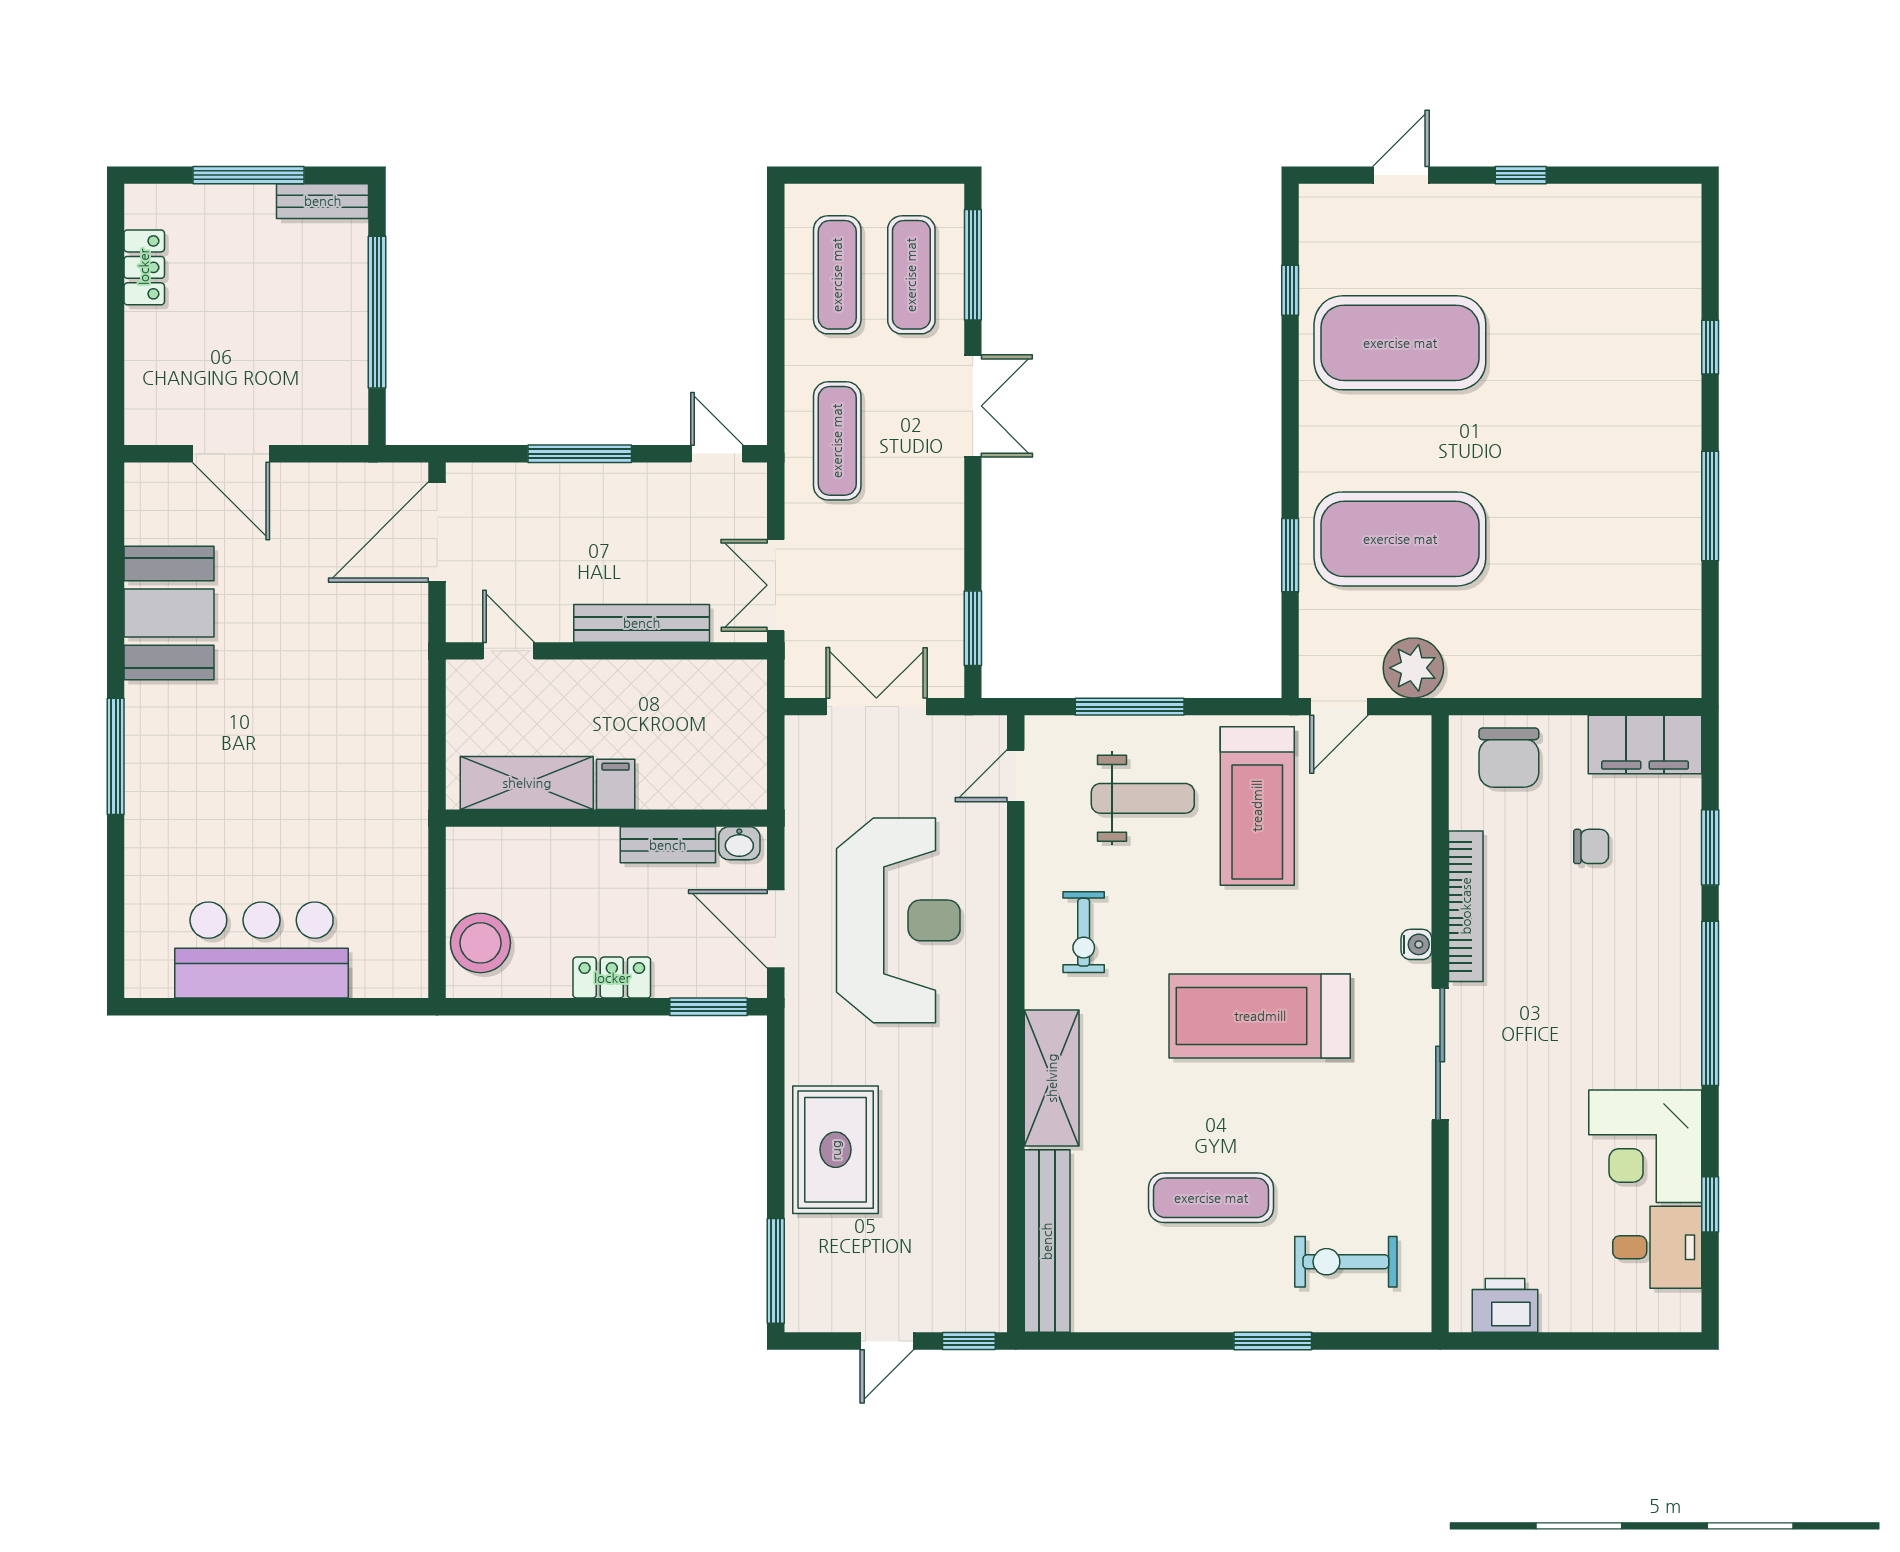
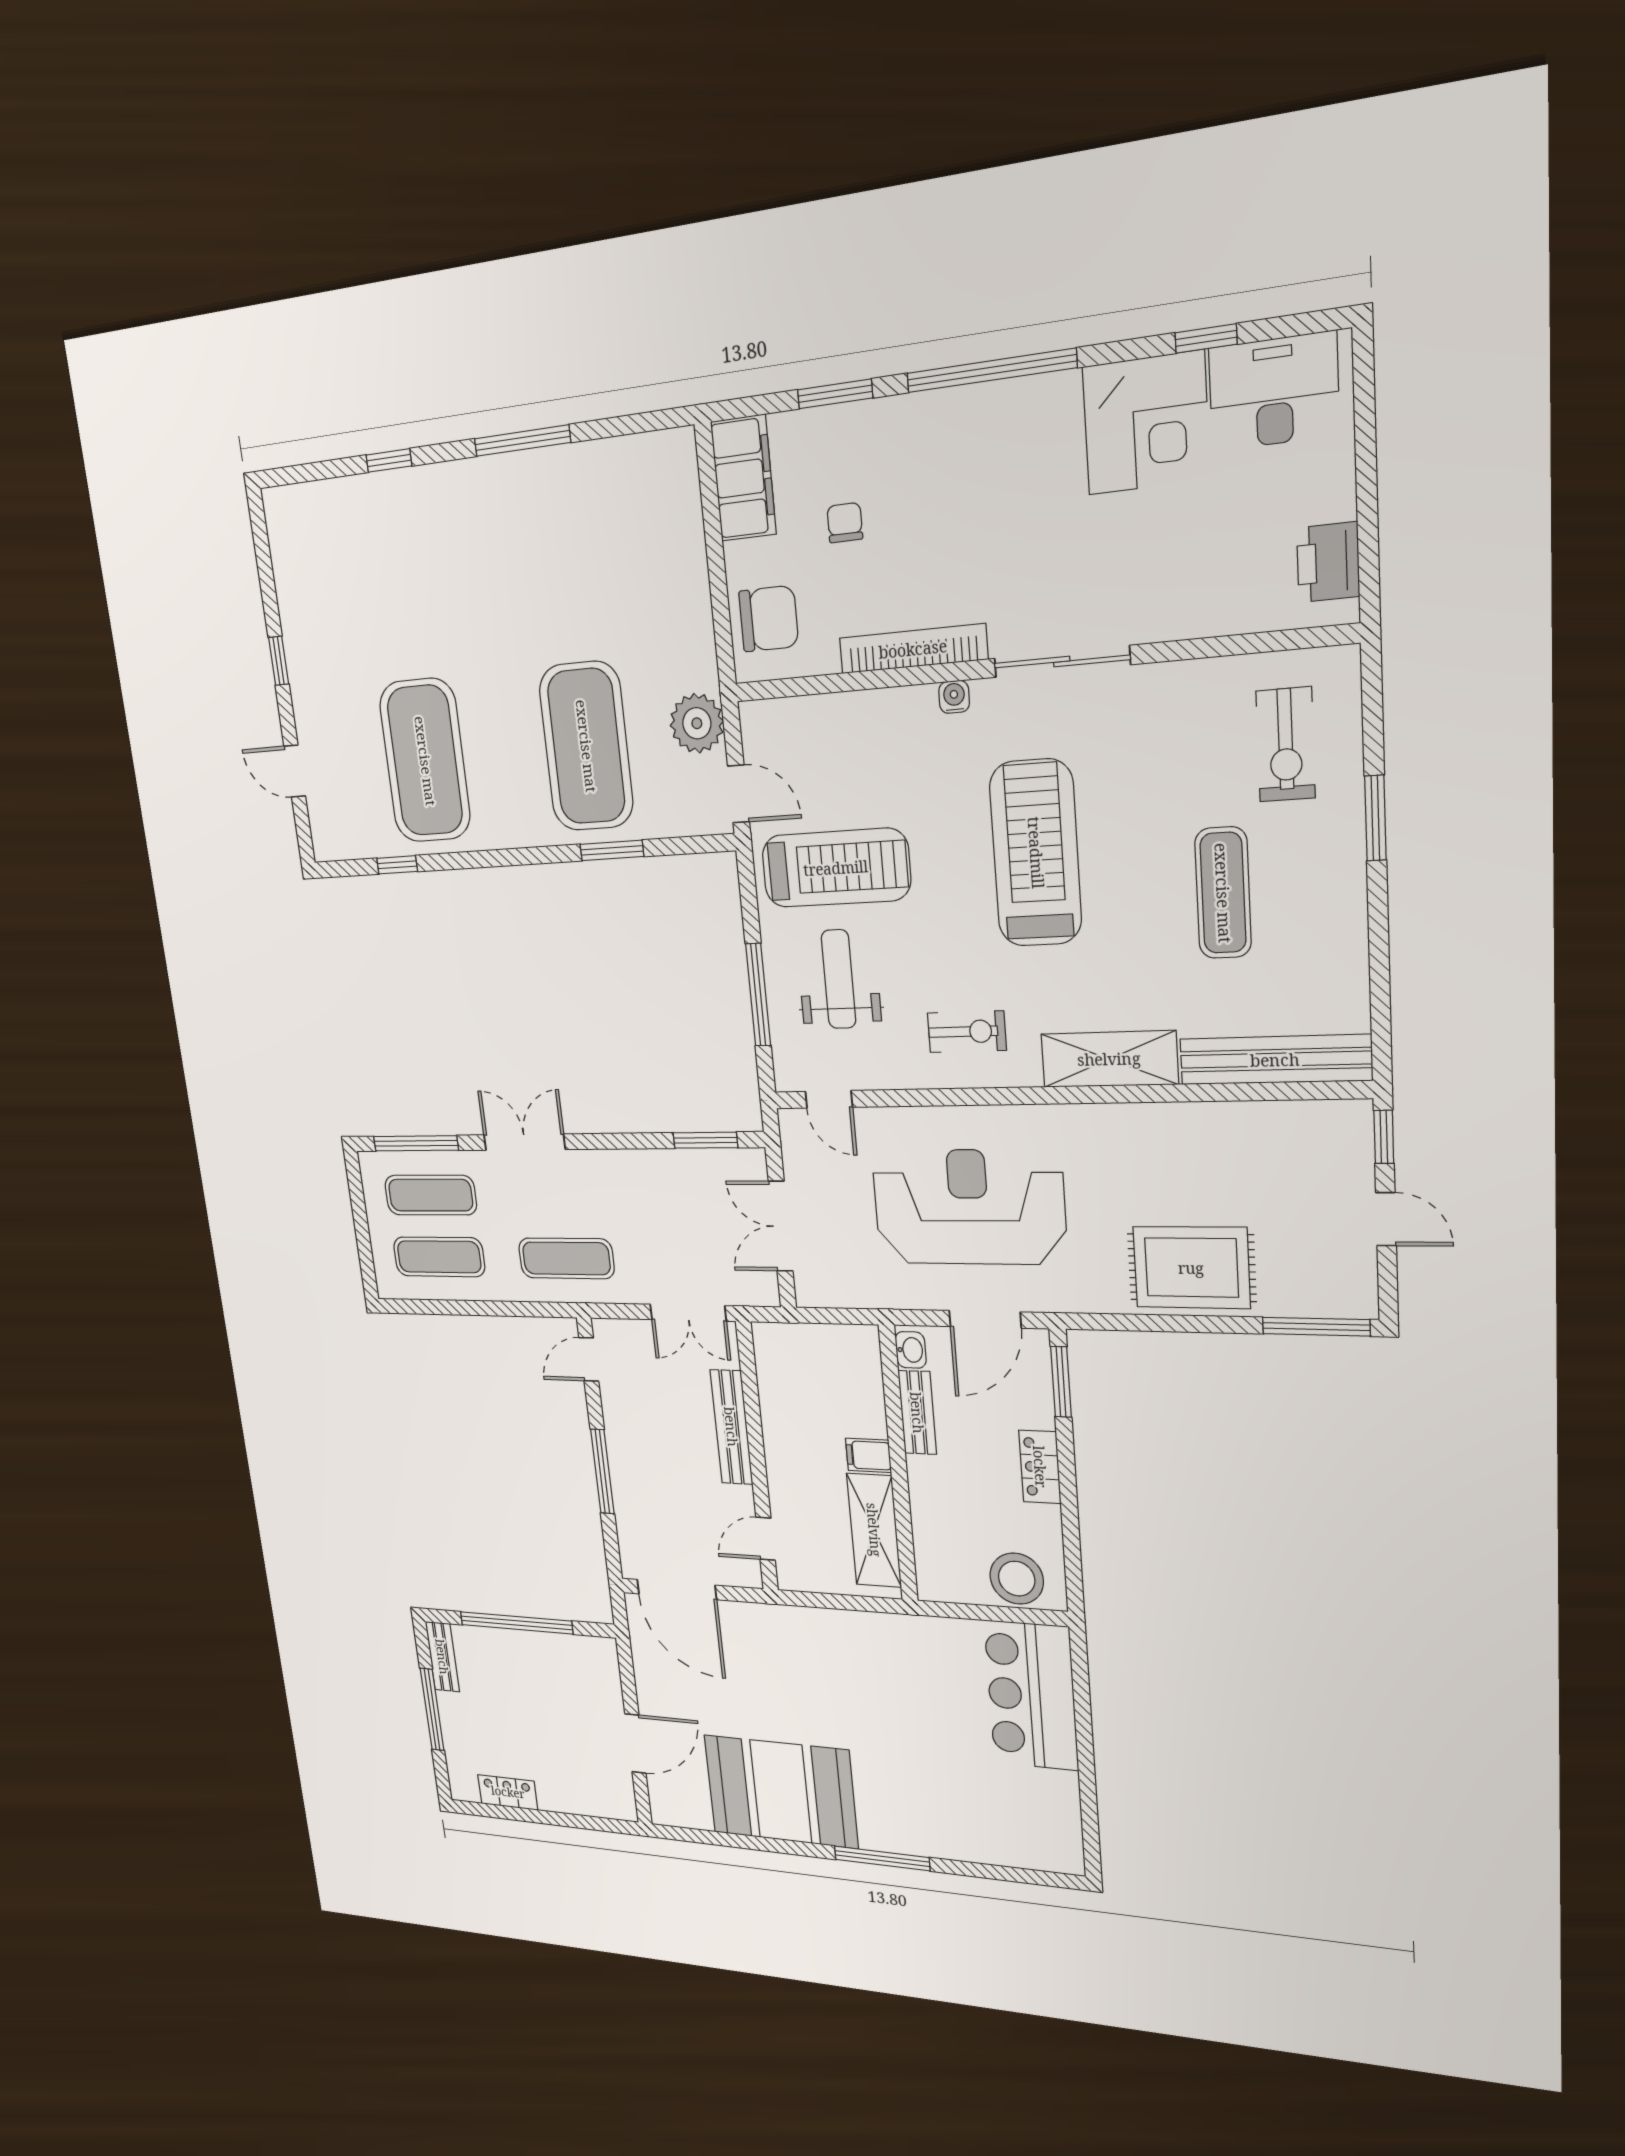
booth: (169, 613) -> (781, 1792), width x1.36, depth x1.42
bar counter: (262, 950) -> (1031, 1695), moved
treadmill: (1260, 1016) -> (1036, 853), turned 180
desk: (1657, 1247) -> (1274, 391), width x1.37

